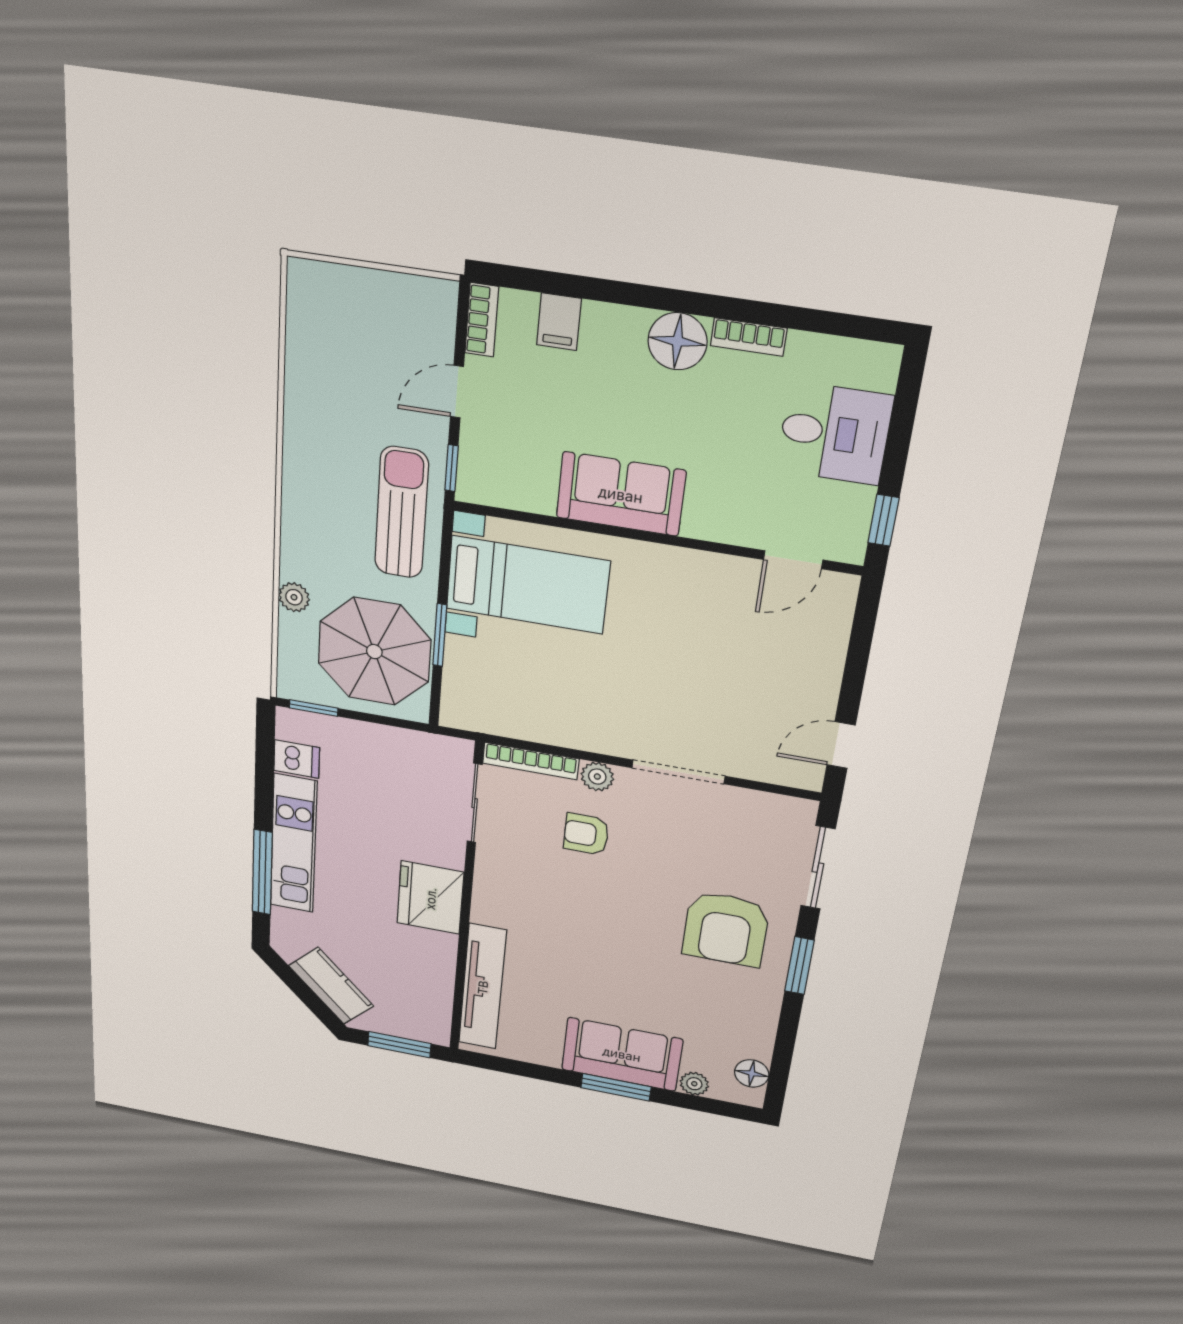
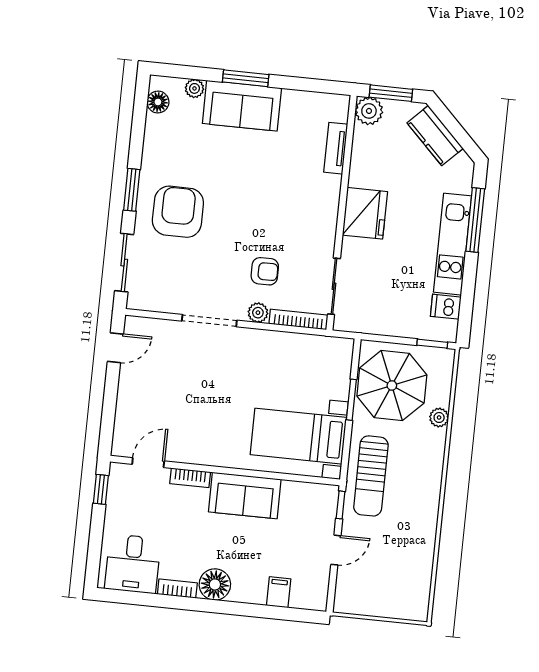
bookcase: (482, 320) -> (190, 478), moved, turned -90
desk: (835, 433) -> (133, 564), moved, turned -90
tv unit: (482, 987) -> (336, 148), width x0.52, depth x0.78
plant: (430, 1027) -> (369, 111), added

